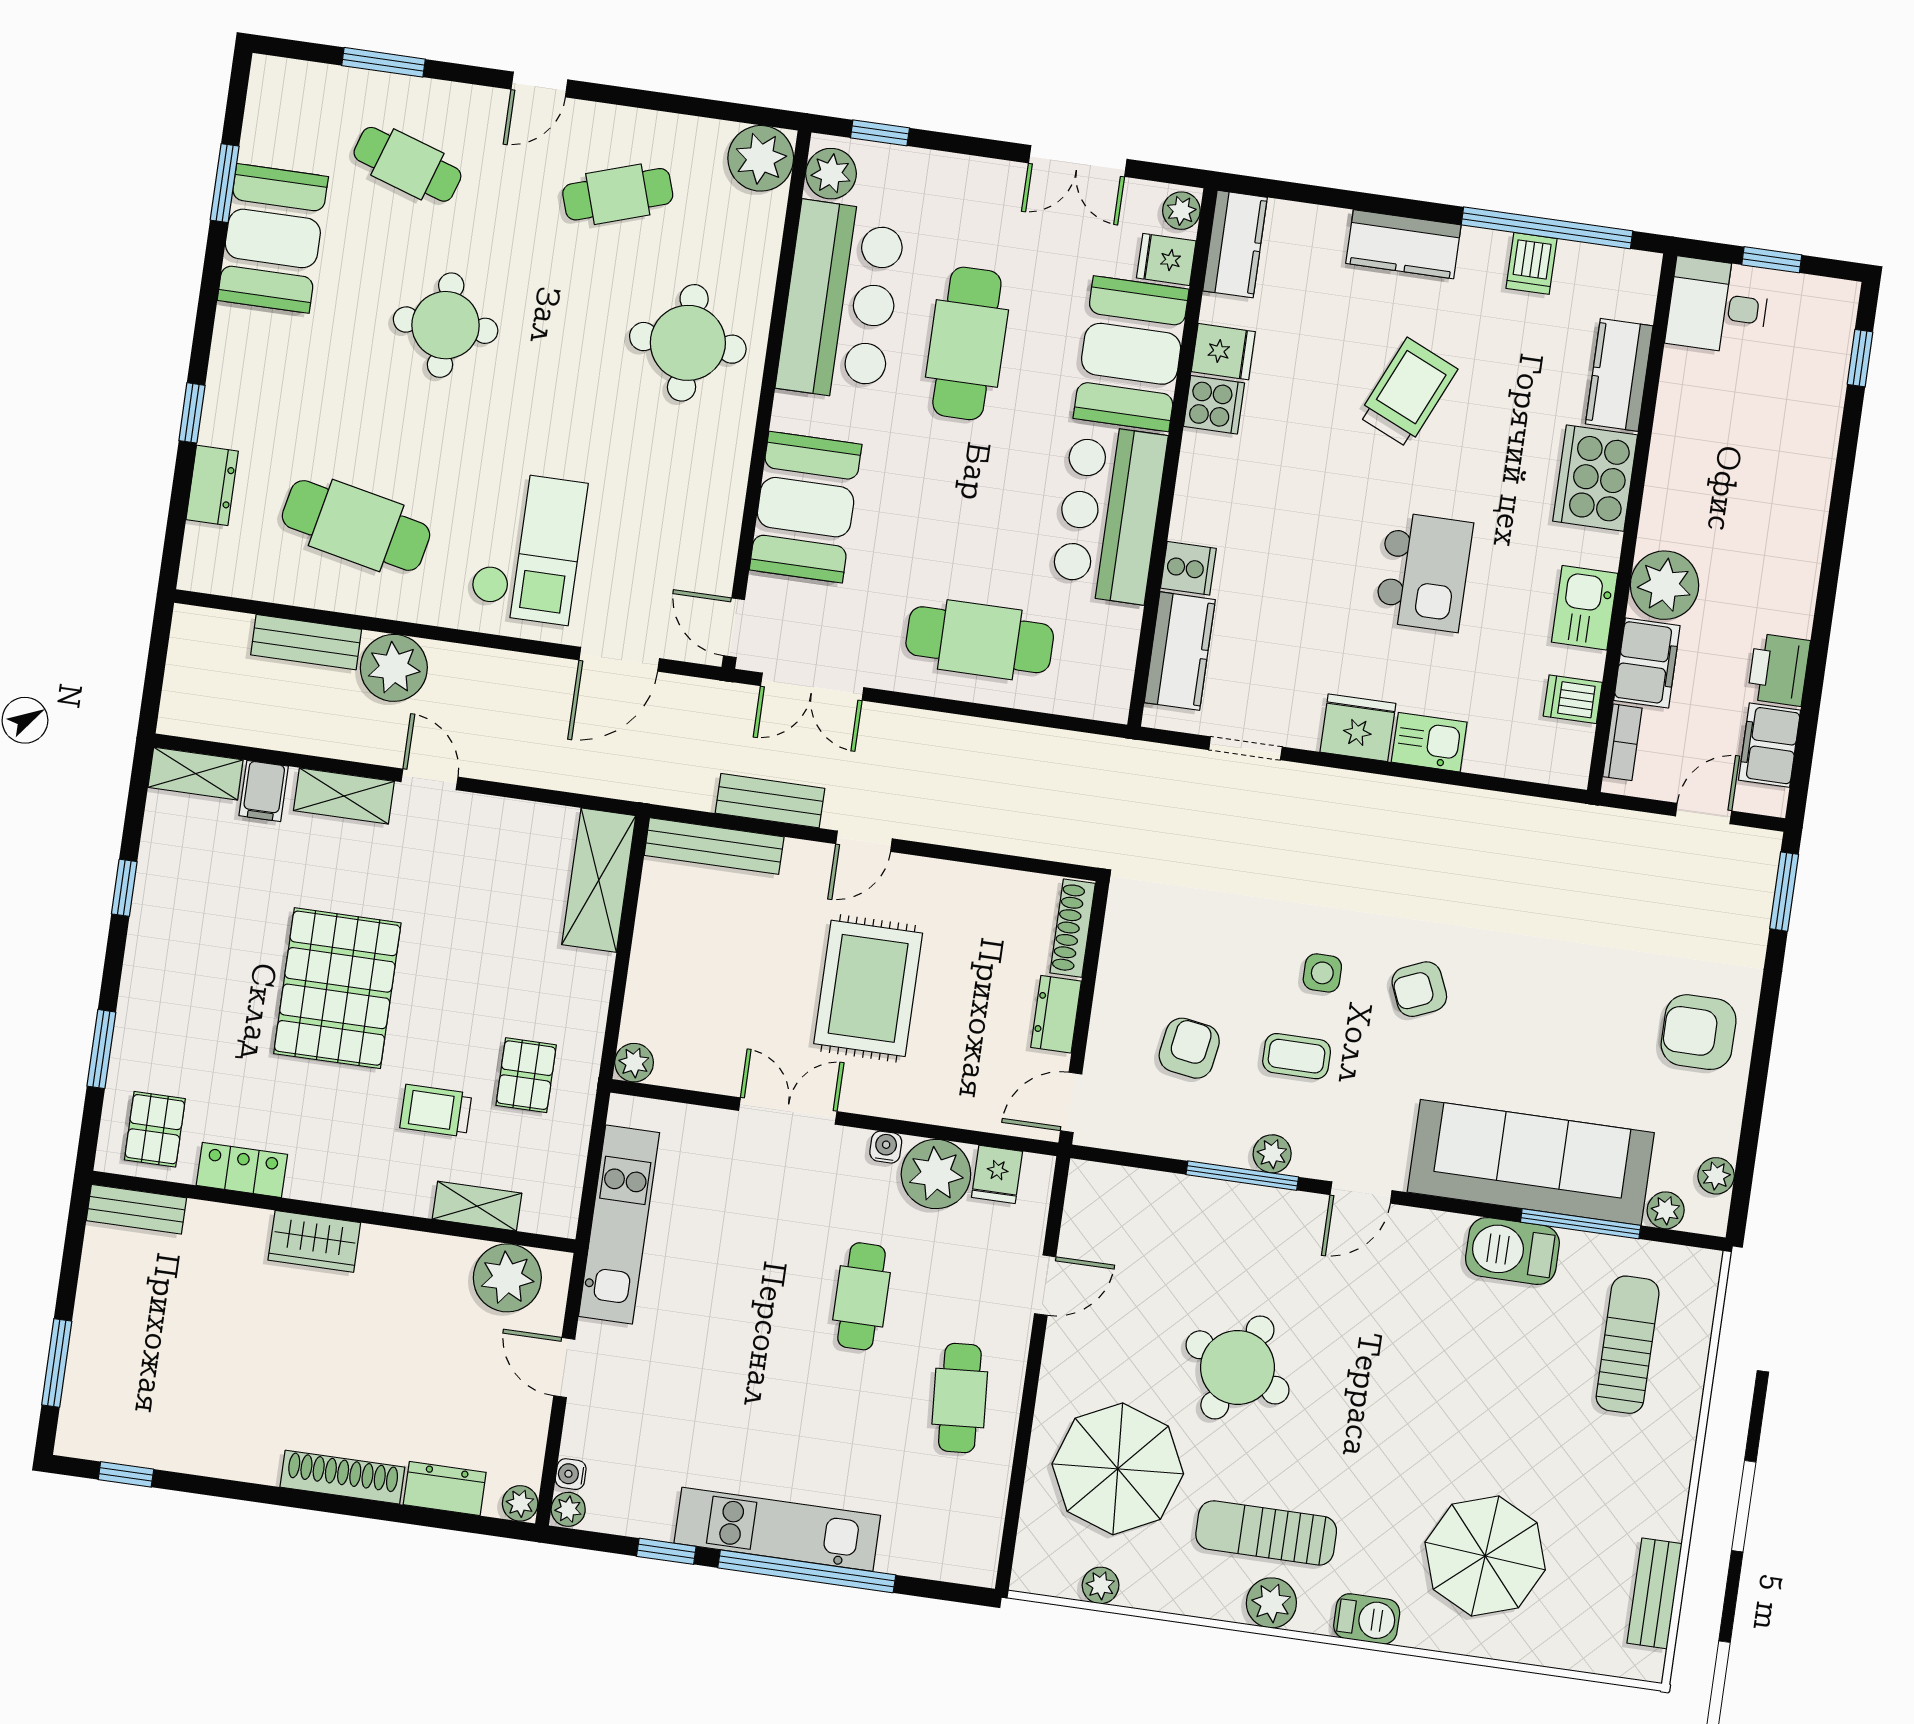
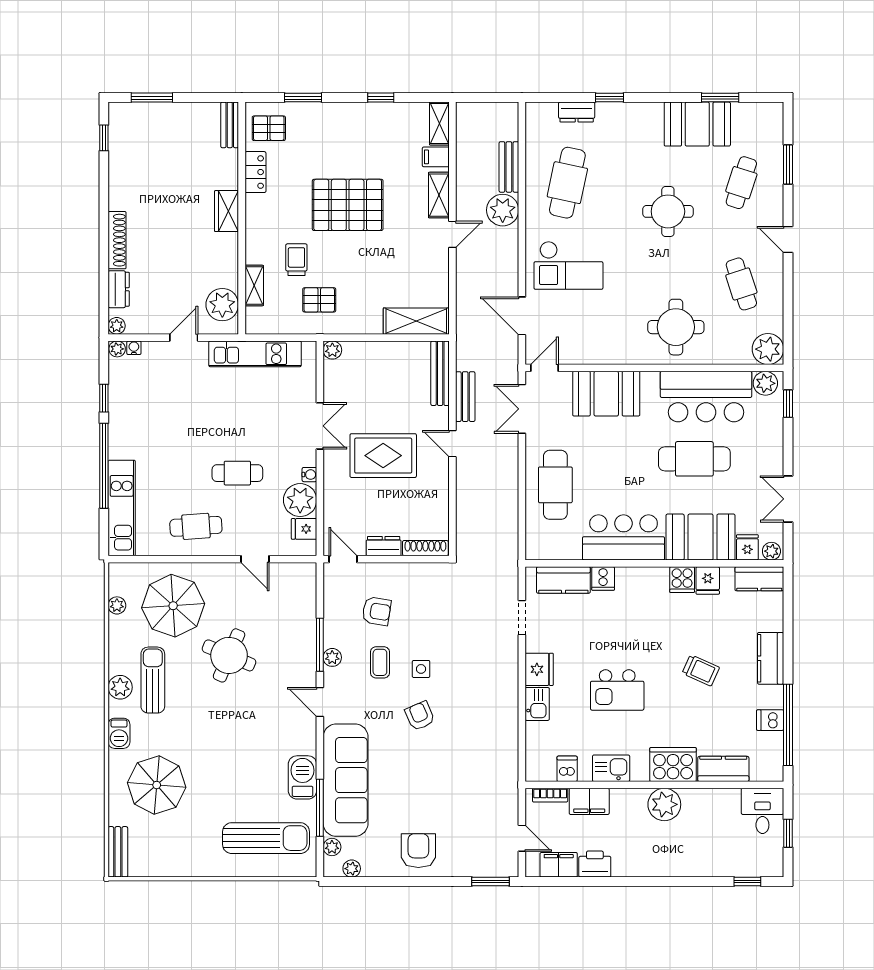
trolley: (1408, 393) -> (701, 670), width x0.73, depth x0.72
plant: (1664, 585) -> (664, 804), moved
sun lounger: (1628, 1345) -> (266, 838), width x1.36, depth x1.34
kitchen unit: (777, 1529) -> (122, 508), moved
bench: (1655, 1593) -> (118, 852), moved, turned 90

